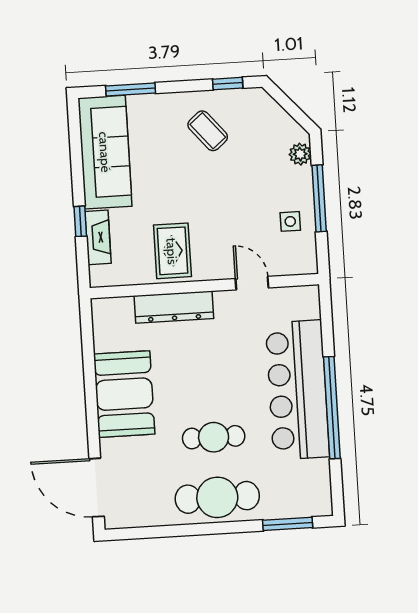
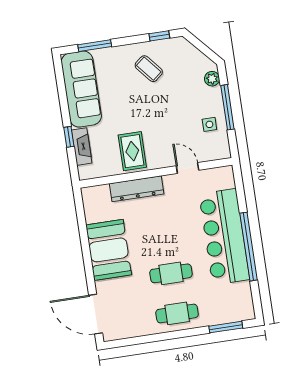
cafe table: (217, 497) -> (177, 313), width x0.73, depth x0.74

